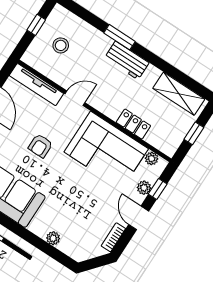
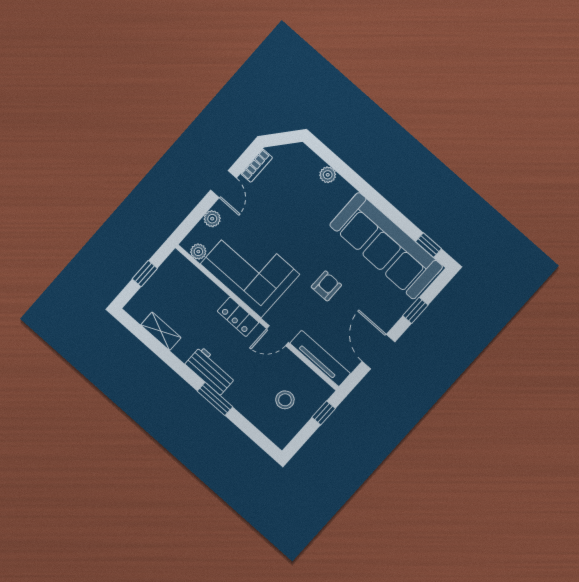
window: (36, 25) -> (324, 413), moved
shelving: (179, 94) -> (161, 331), width x0.67, depth x0.75
locker: (133, 124) -> (238, 317), moved
window: (158, 189) -> (196, 215), removed

